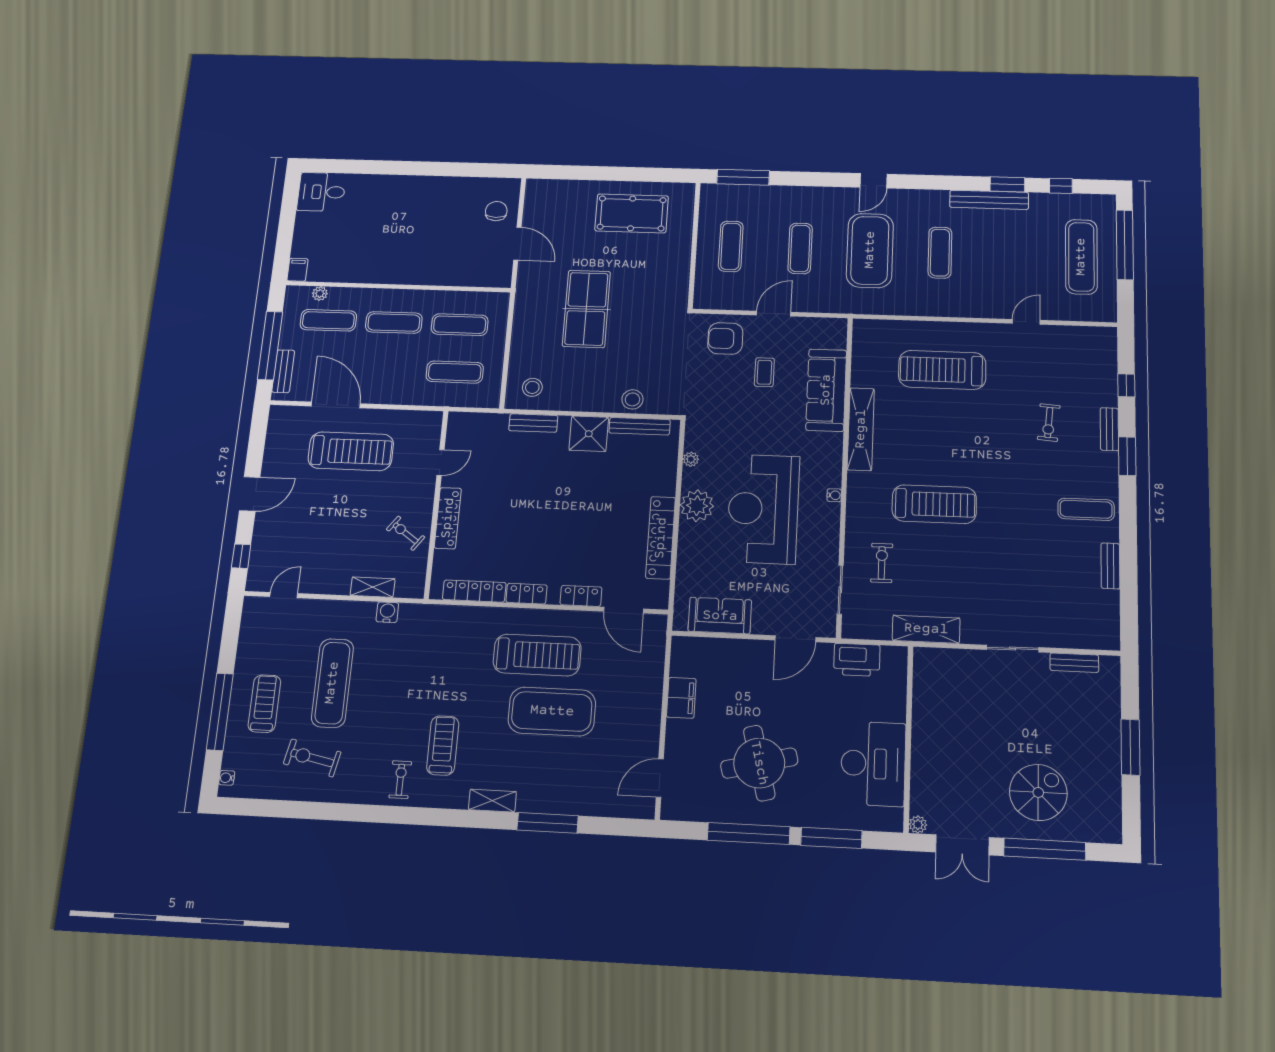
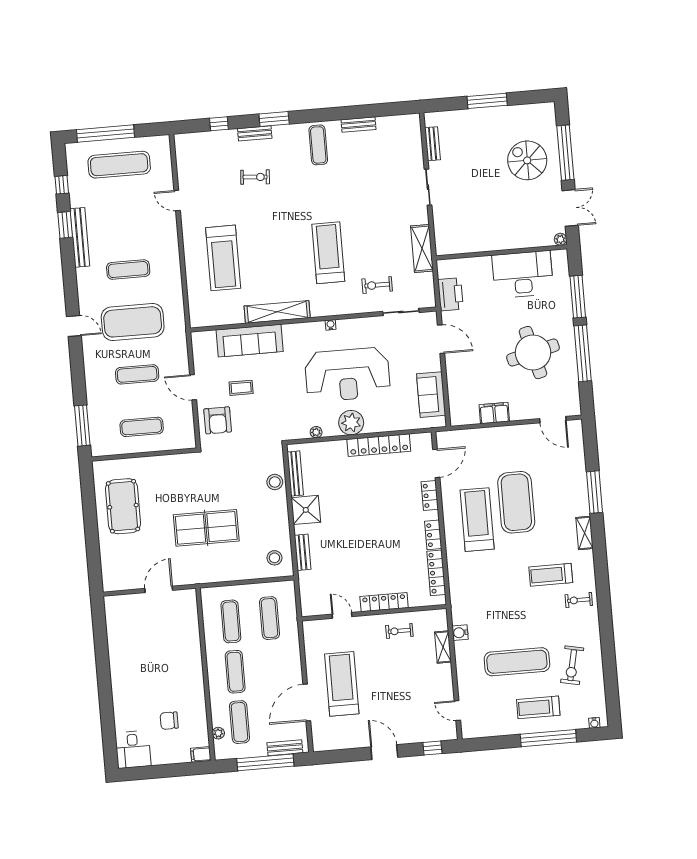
chair: (496, 211) -> (169, 721), moved
exercise bike: (406, 533) -> (399, 631), turned 54

